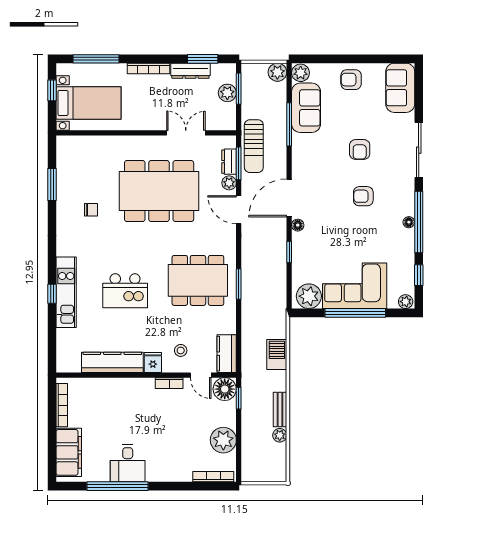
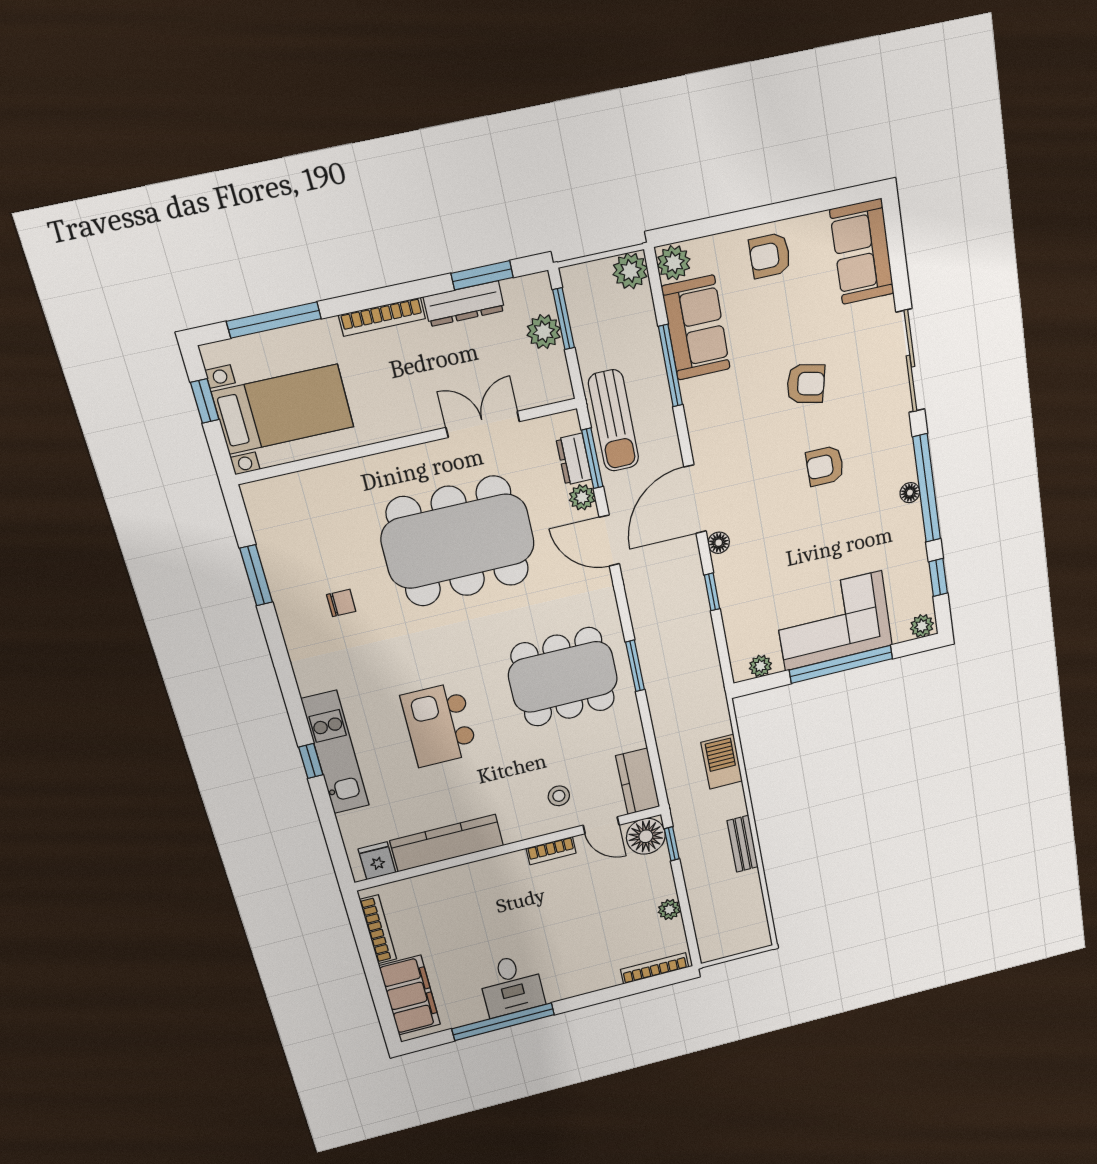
armchair: (360, 149) -> (806, 384), turned -77
kitchen island: (125, 291) -> (439, 725), turned 90
plant: (309, 296) -> (760, 666), width x0.53, depth x0.53
fridge: (153, 362) -> (377, 861), moved
plant: (280, 435) -> (749, 882), removed
plant: (223, 440) -> (669, 910), width x0.53, depth x0.53

